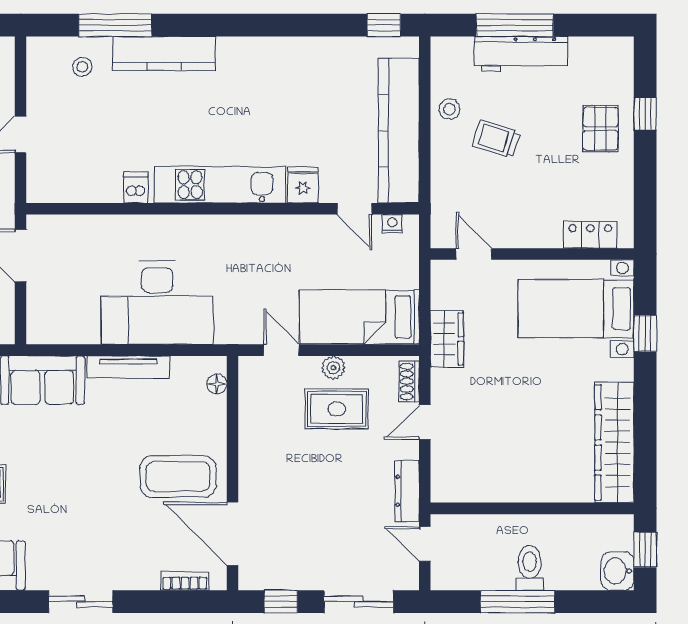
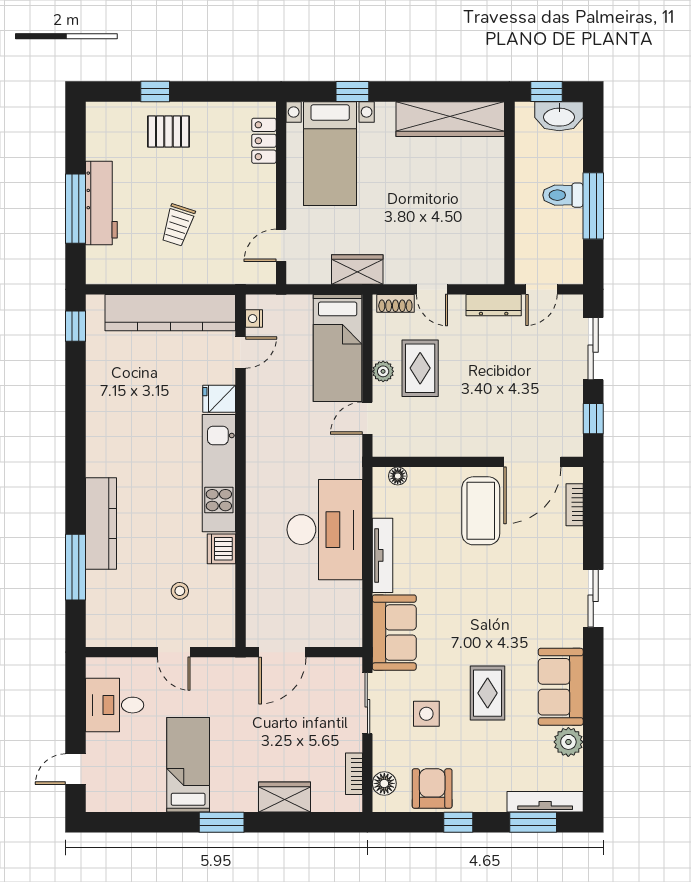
stool: (82, 67) -> (180, 591), moved
stool: (449, 109) -> (151, 267), removed
dishwasher: (136, 188) -> (221, 549), width x1.38
washbasin: (617, 571) -> (559, 116), width x1.38

